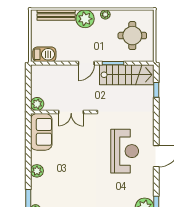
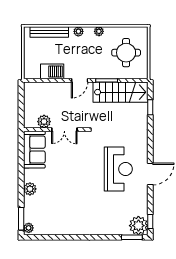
plant: (85, 19) -> (78, 31), width x0.53, depth x0.53
barbecue: (44, 54) -> (52, 71), moved
plant: (37, 104) -> (44, 122), moved

